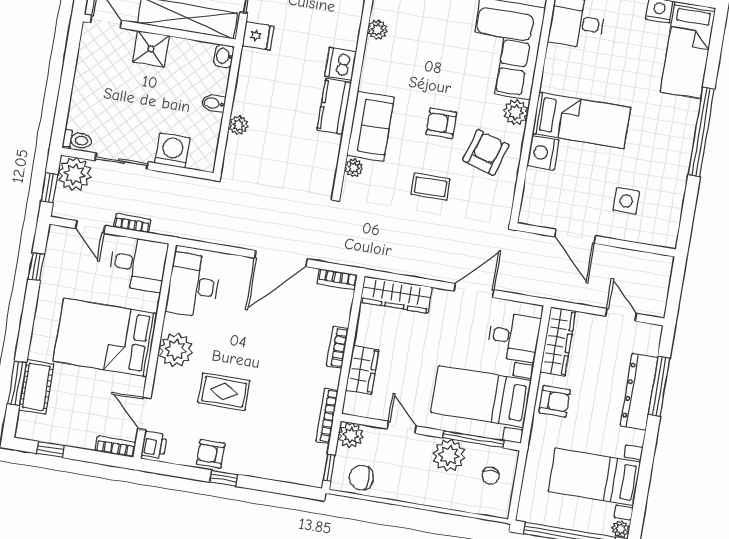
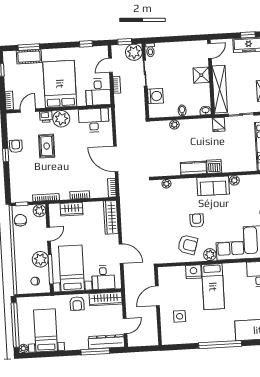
sofa: (370, 126) -> (213, 186), moved
coffee table: (430, 187) -> (166, 222), removed
dresser: (639, 392) -> (106, 342), moved
printer: (154, 445) -> (46, 117), moved

